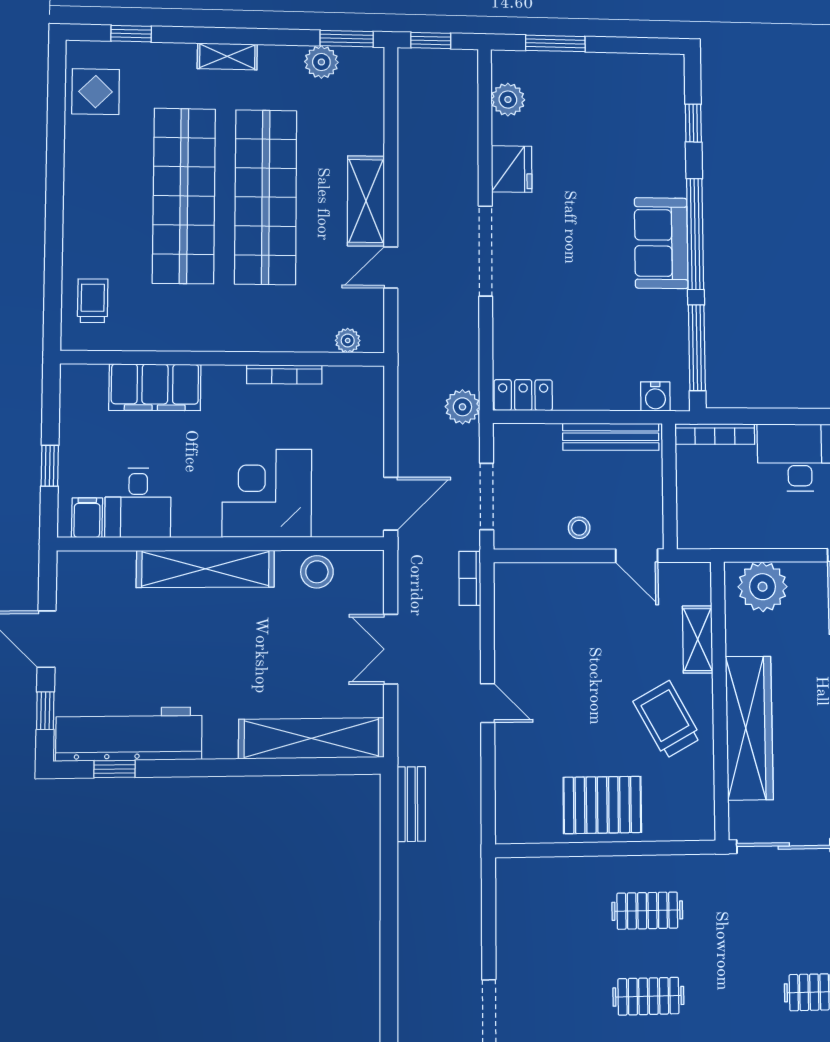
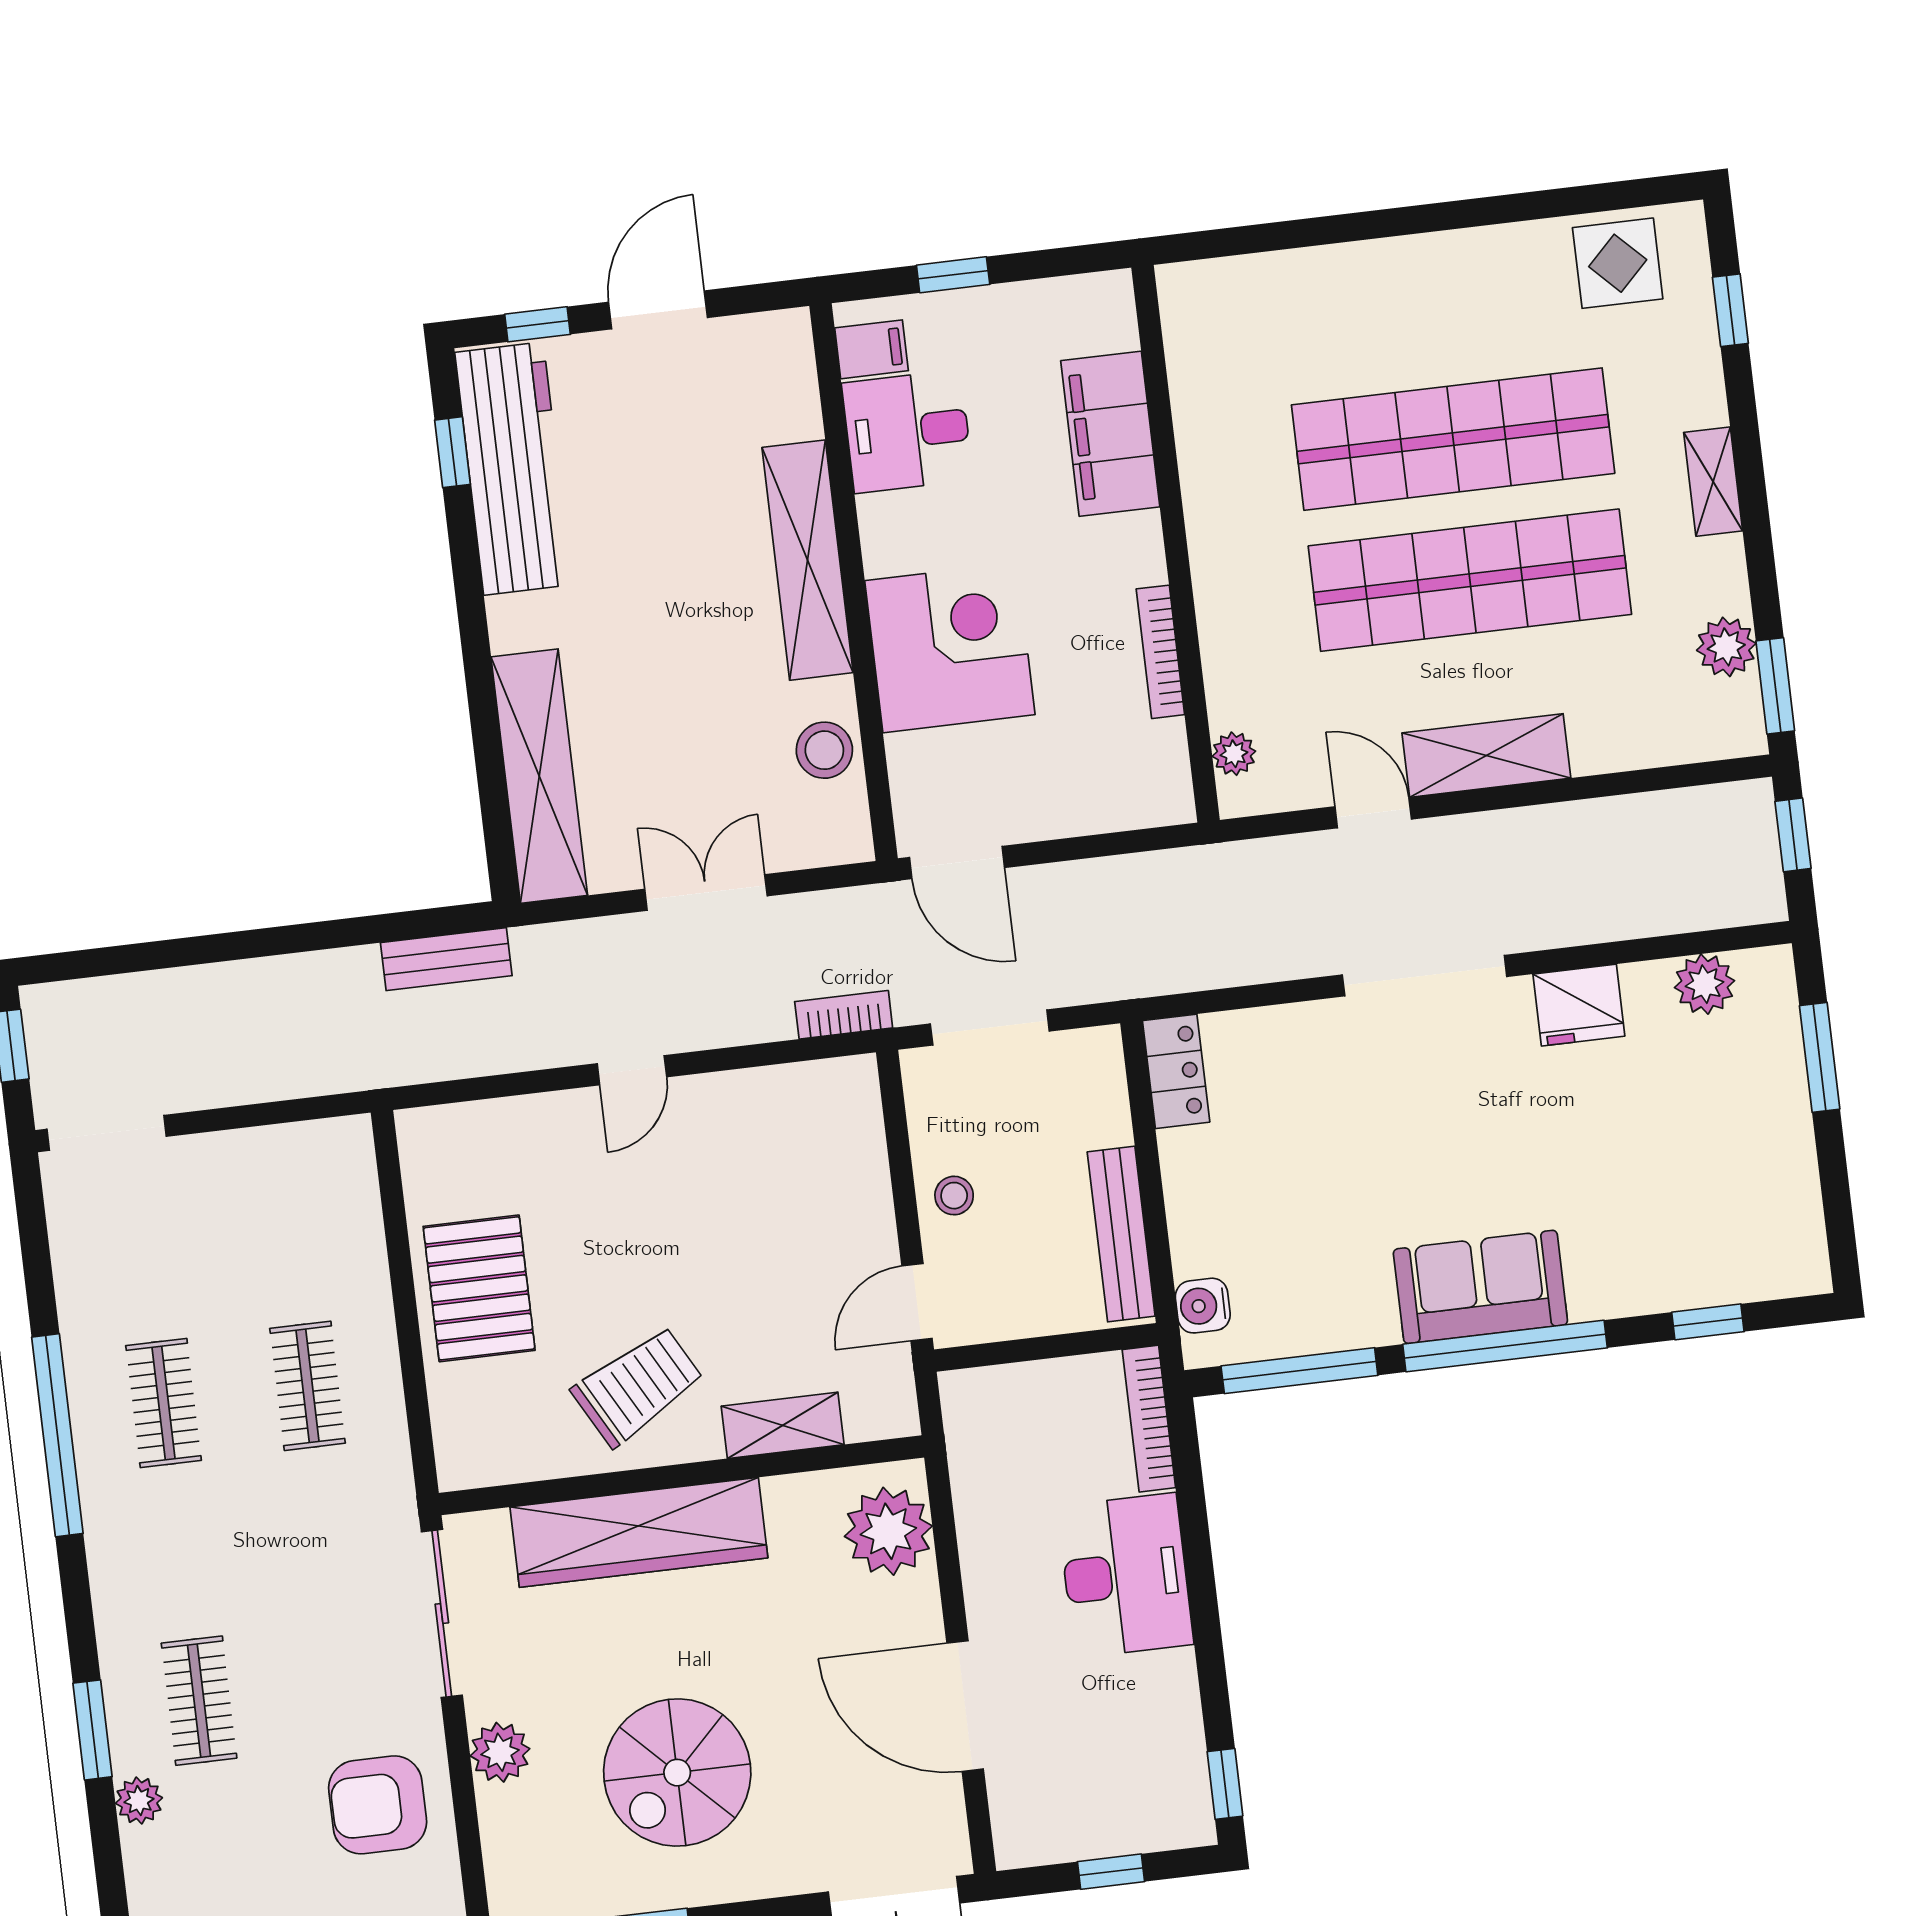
trolley: (93, 301) -> (1248, 308), removed
plant: (462, 407) -> (1142, 967), removed

